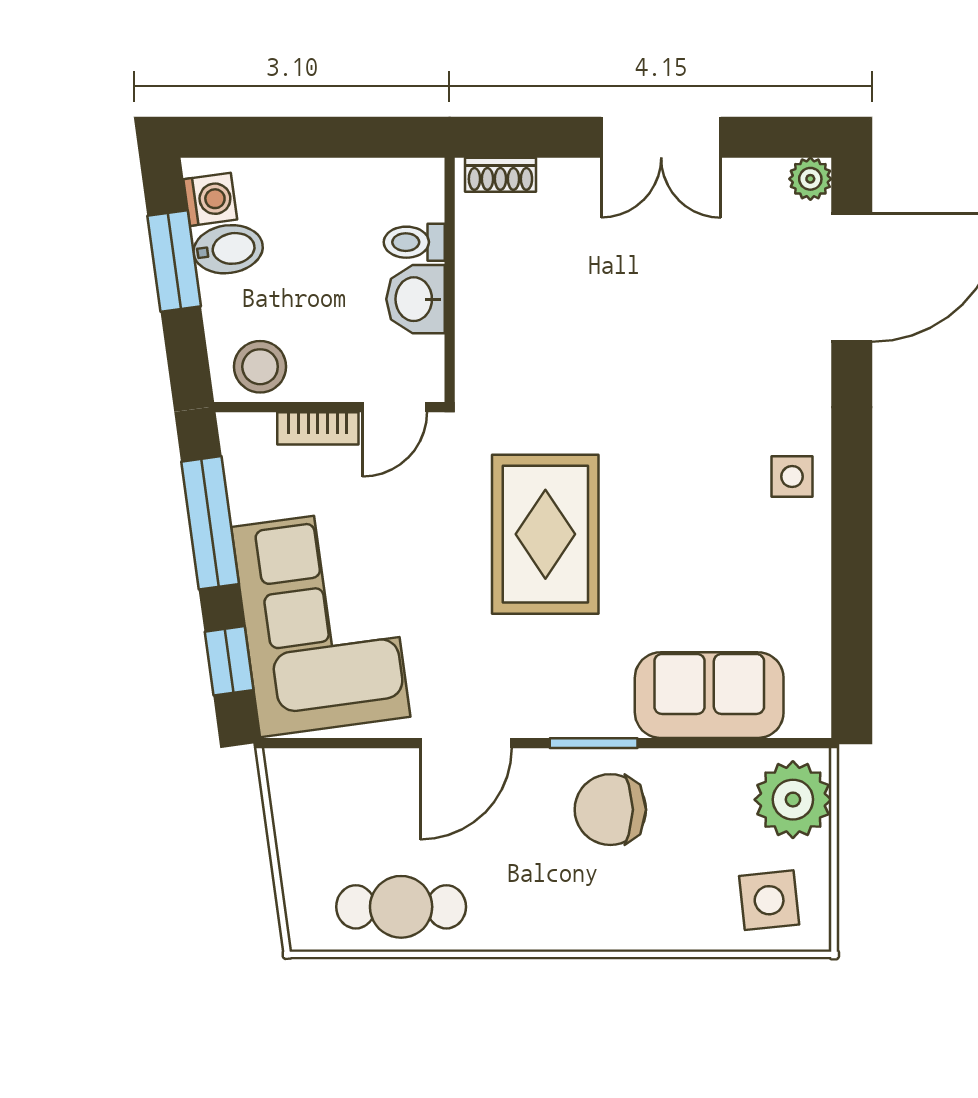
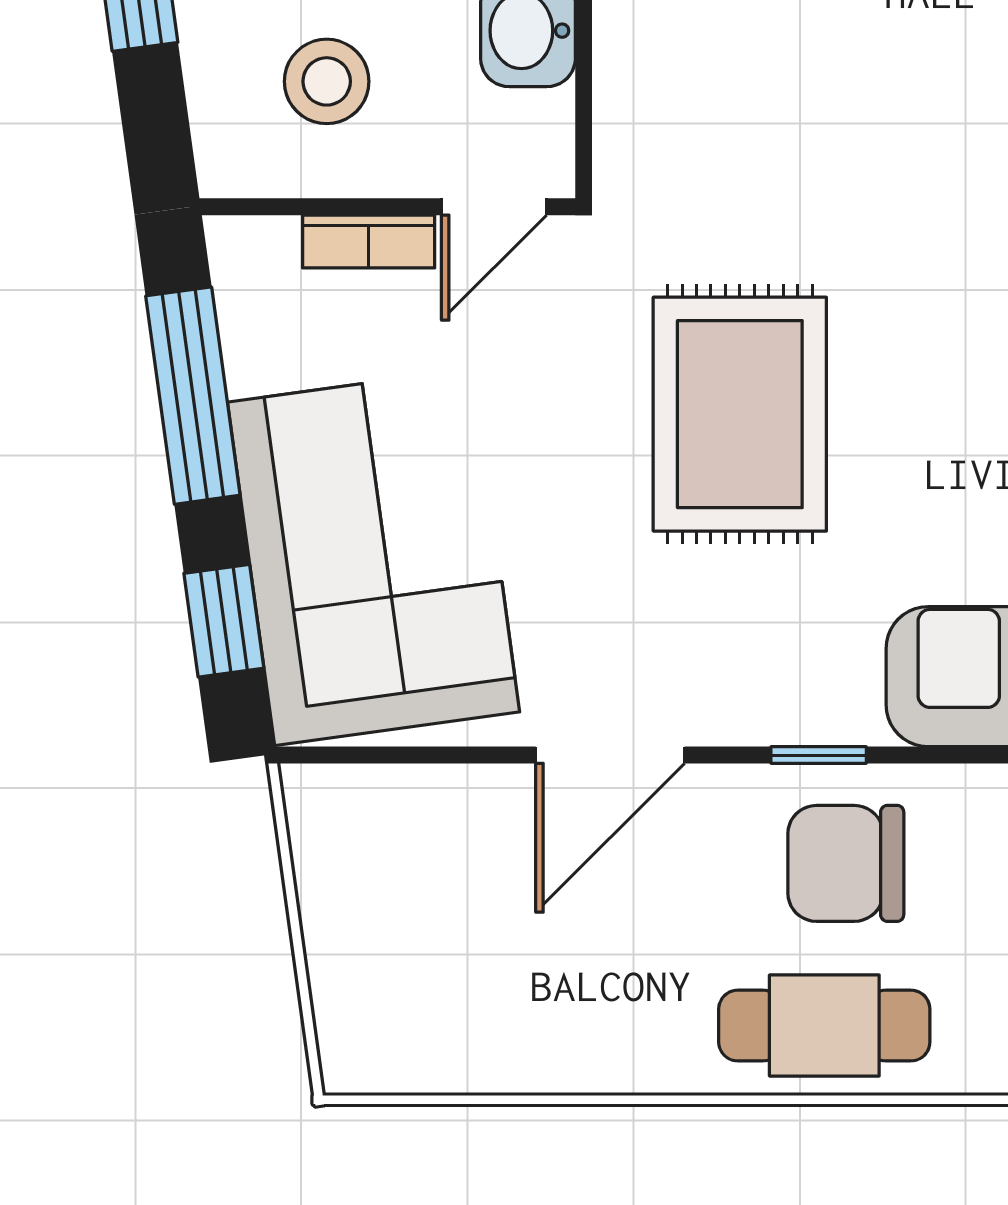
stool: (260, 367) -> (327, 81), moved
window: (594, 743) -> (819, 755), width x0.67
cafe table: (401, 907) -> (824, 1026), moved

